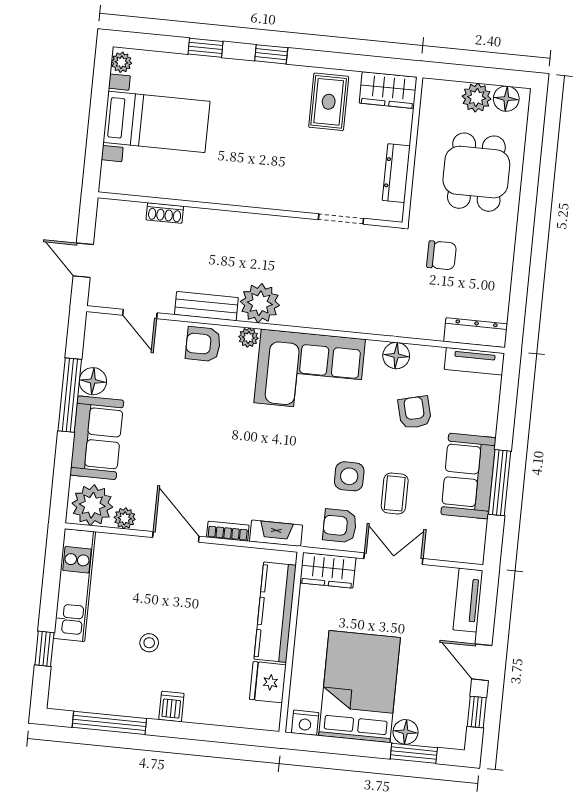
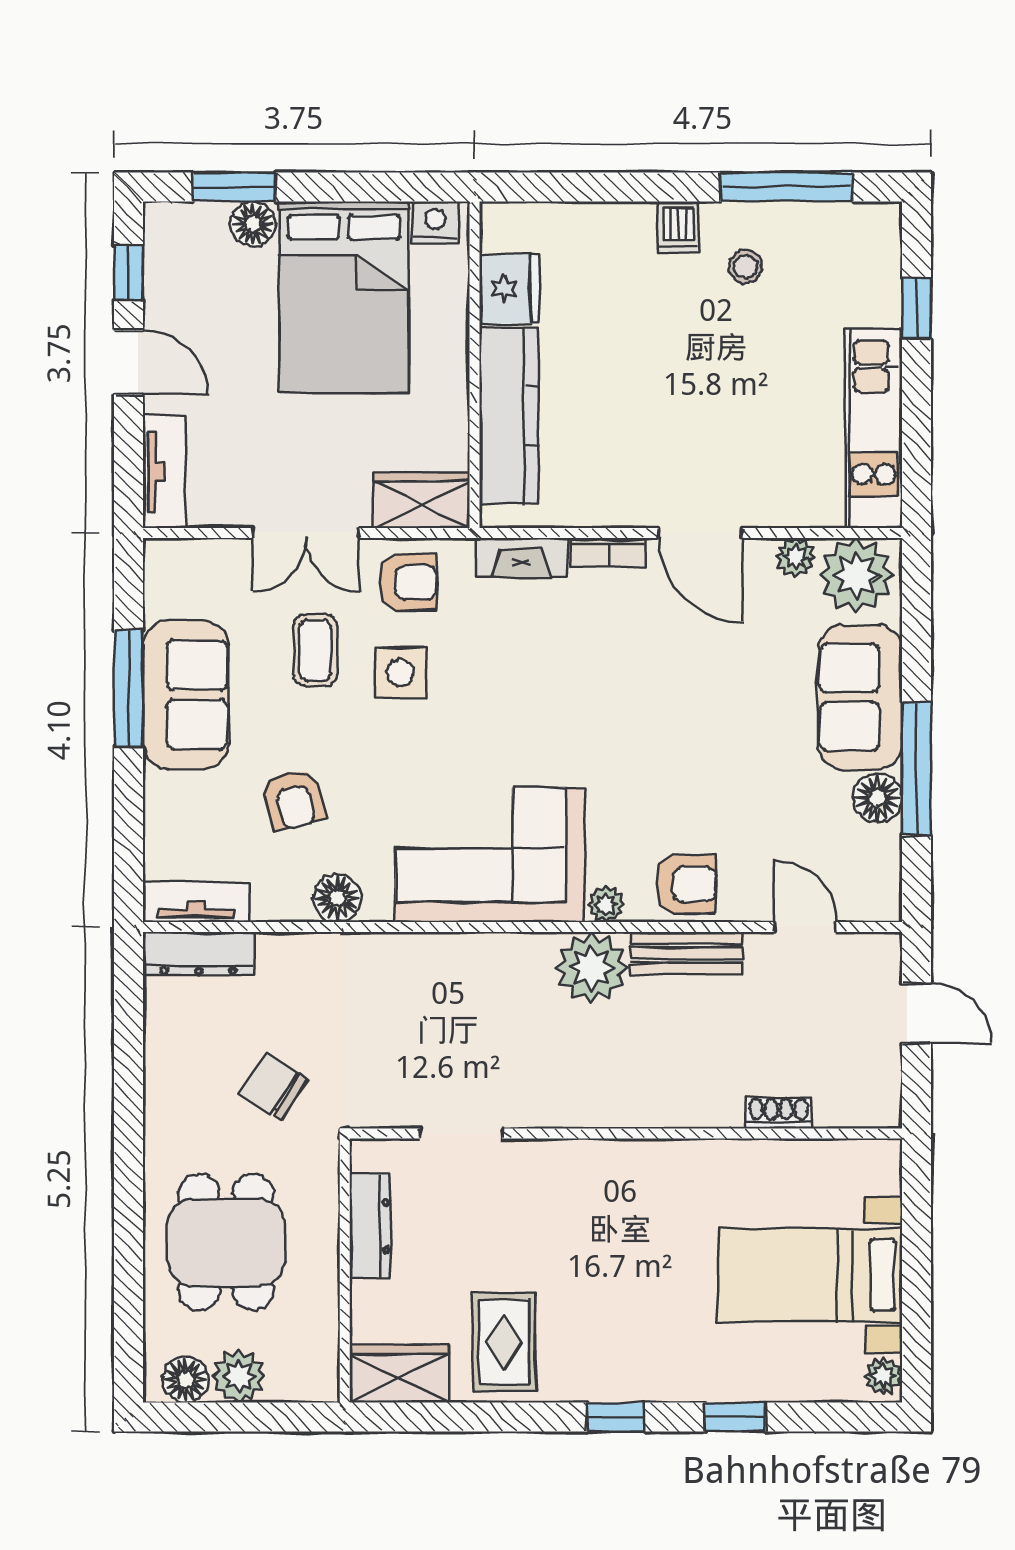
chair: (442, 255) -> (274, 1086), turned 33
stool: (149, 643) -> (745, 267), moved

